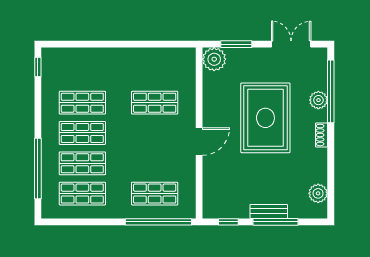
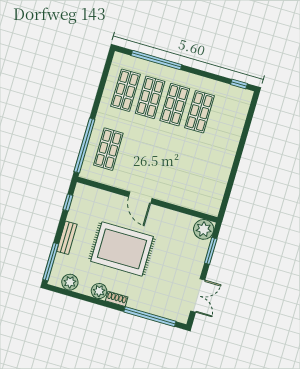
plant: (318, 100) -> (99, 291), moved
shop shelf: (155, 103) -> (182, 171), removed
rug: (265, 118) -> (122, 249), moved
window: (276, 222) -> (51, 262), moved

